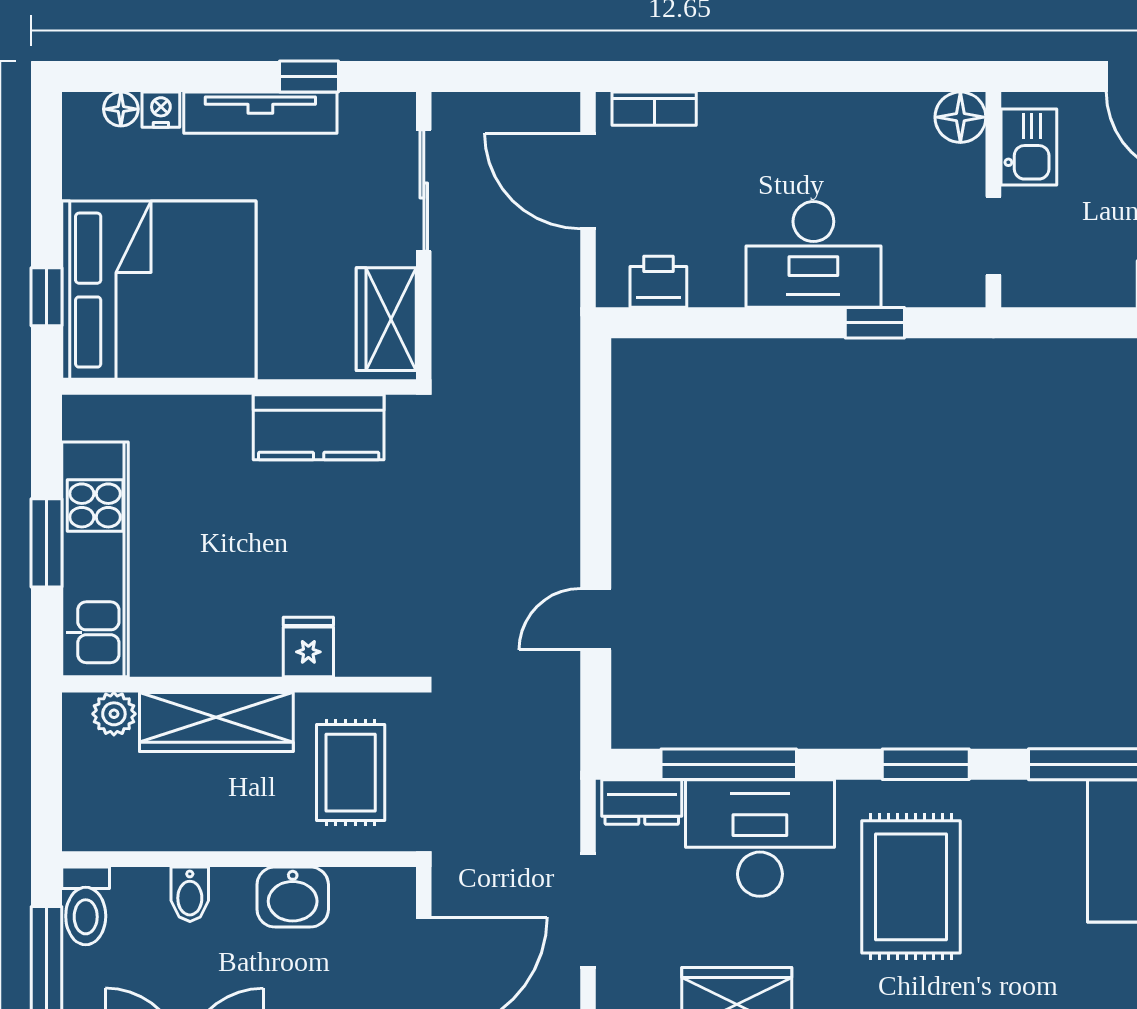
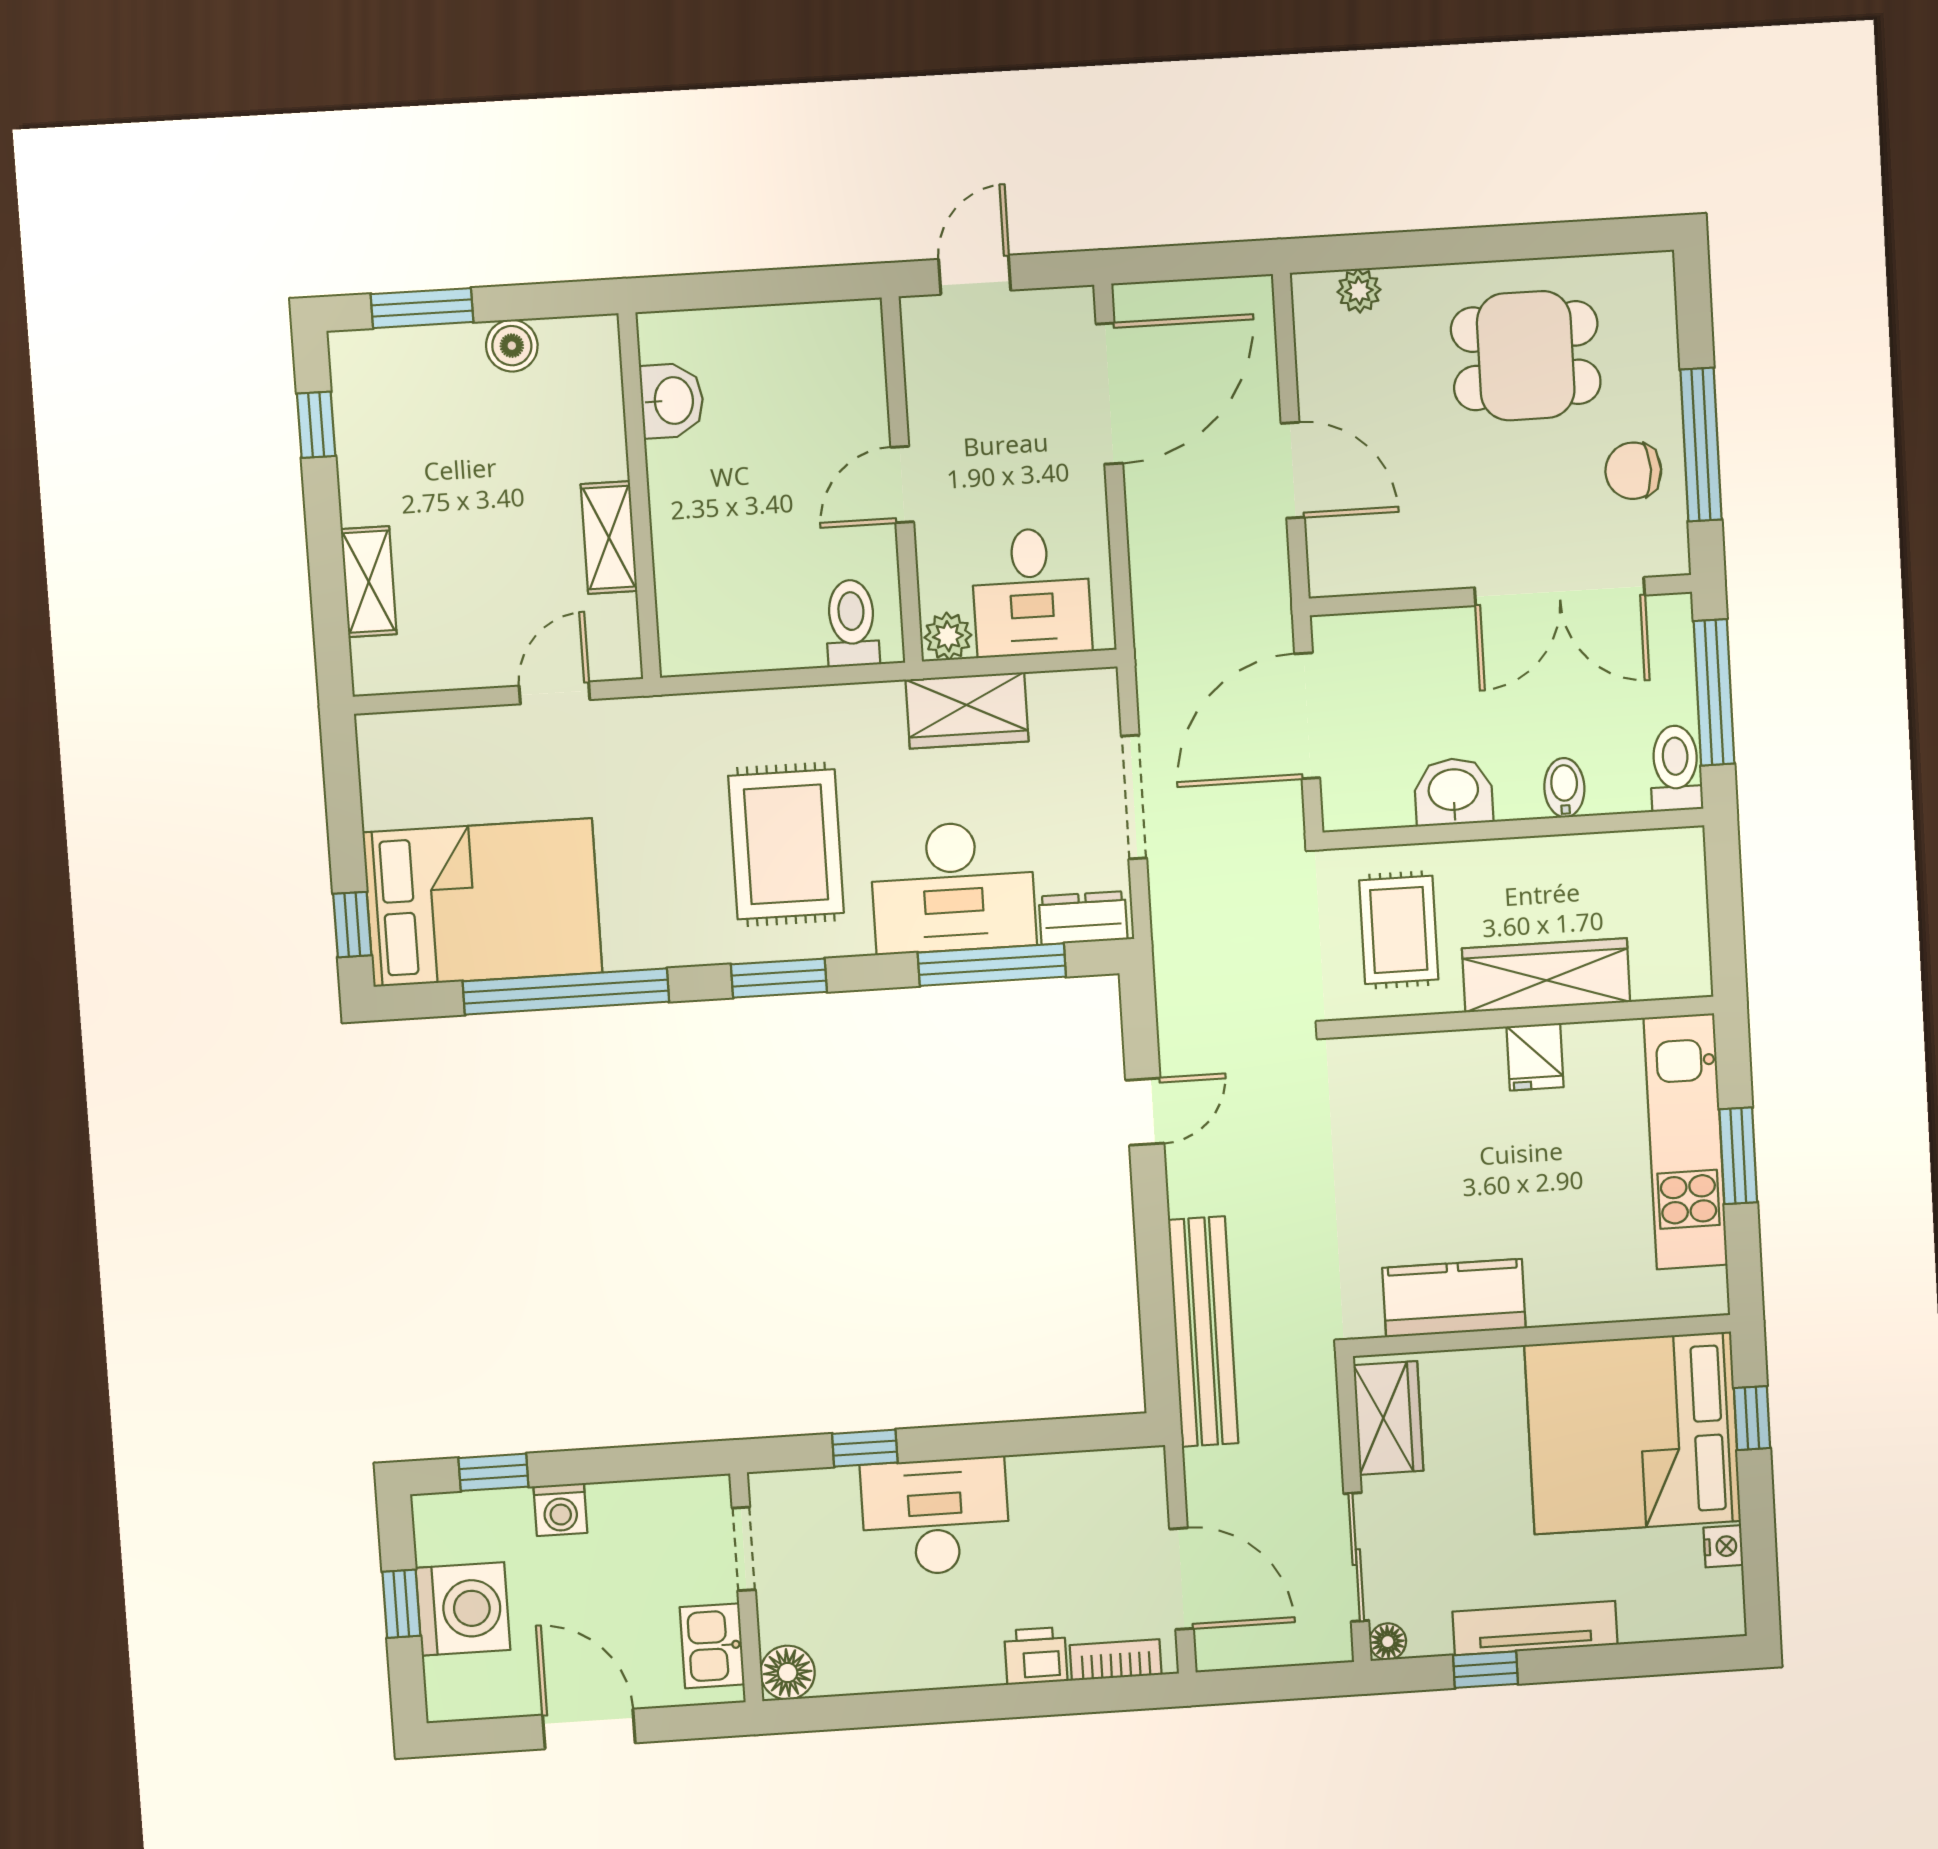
floor lamp: (121, 109) -> (1388, 1642), moved
nightstand: (161, 110) -> (1723, 1546), moved, turned -90
printer: (658, 282) -> (1036, 1656), moved, turned 180
bench: (554, 411) -> (1203, 1332), added
fridge: (308, 647) -> (1535, 1057), moved
plant: (114, 714) -> (1656, 977), removed

